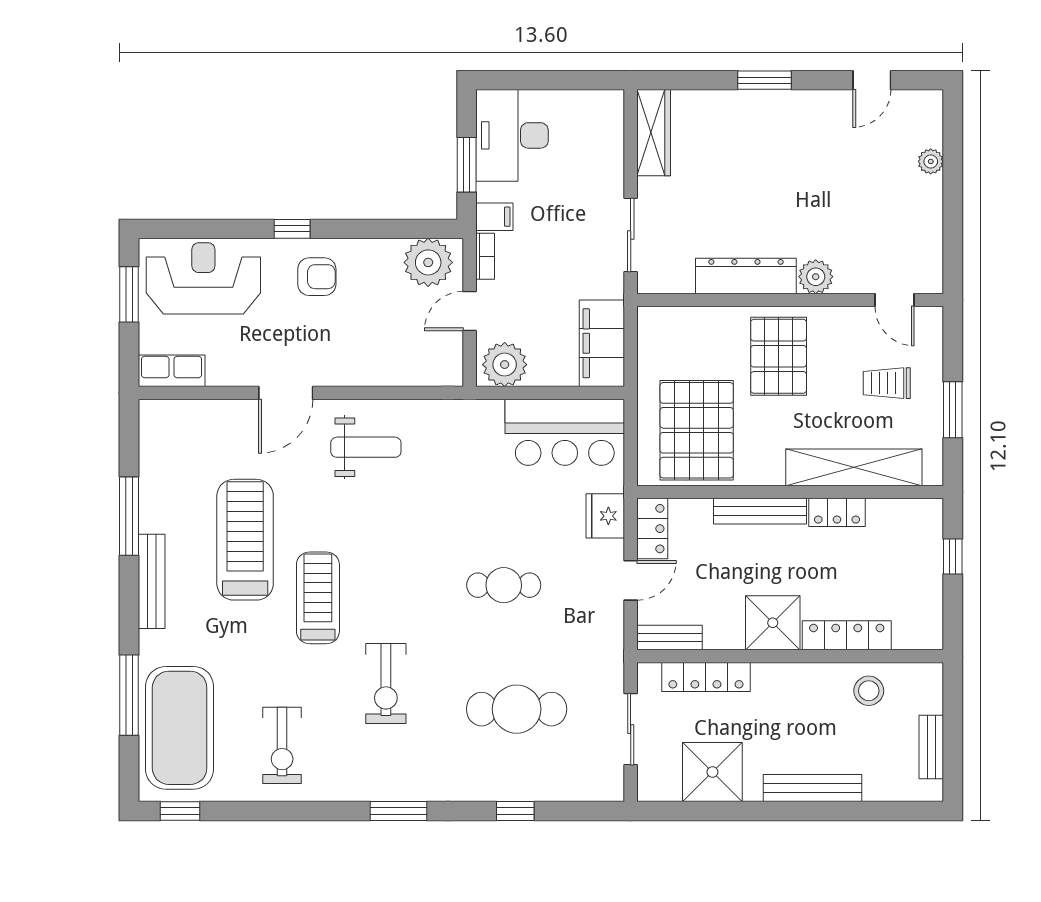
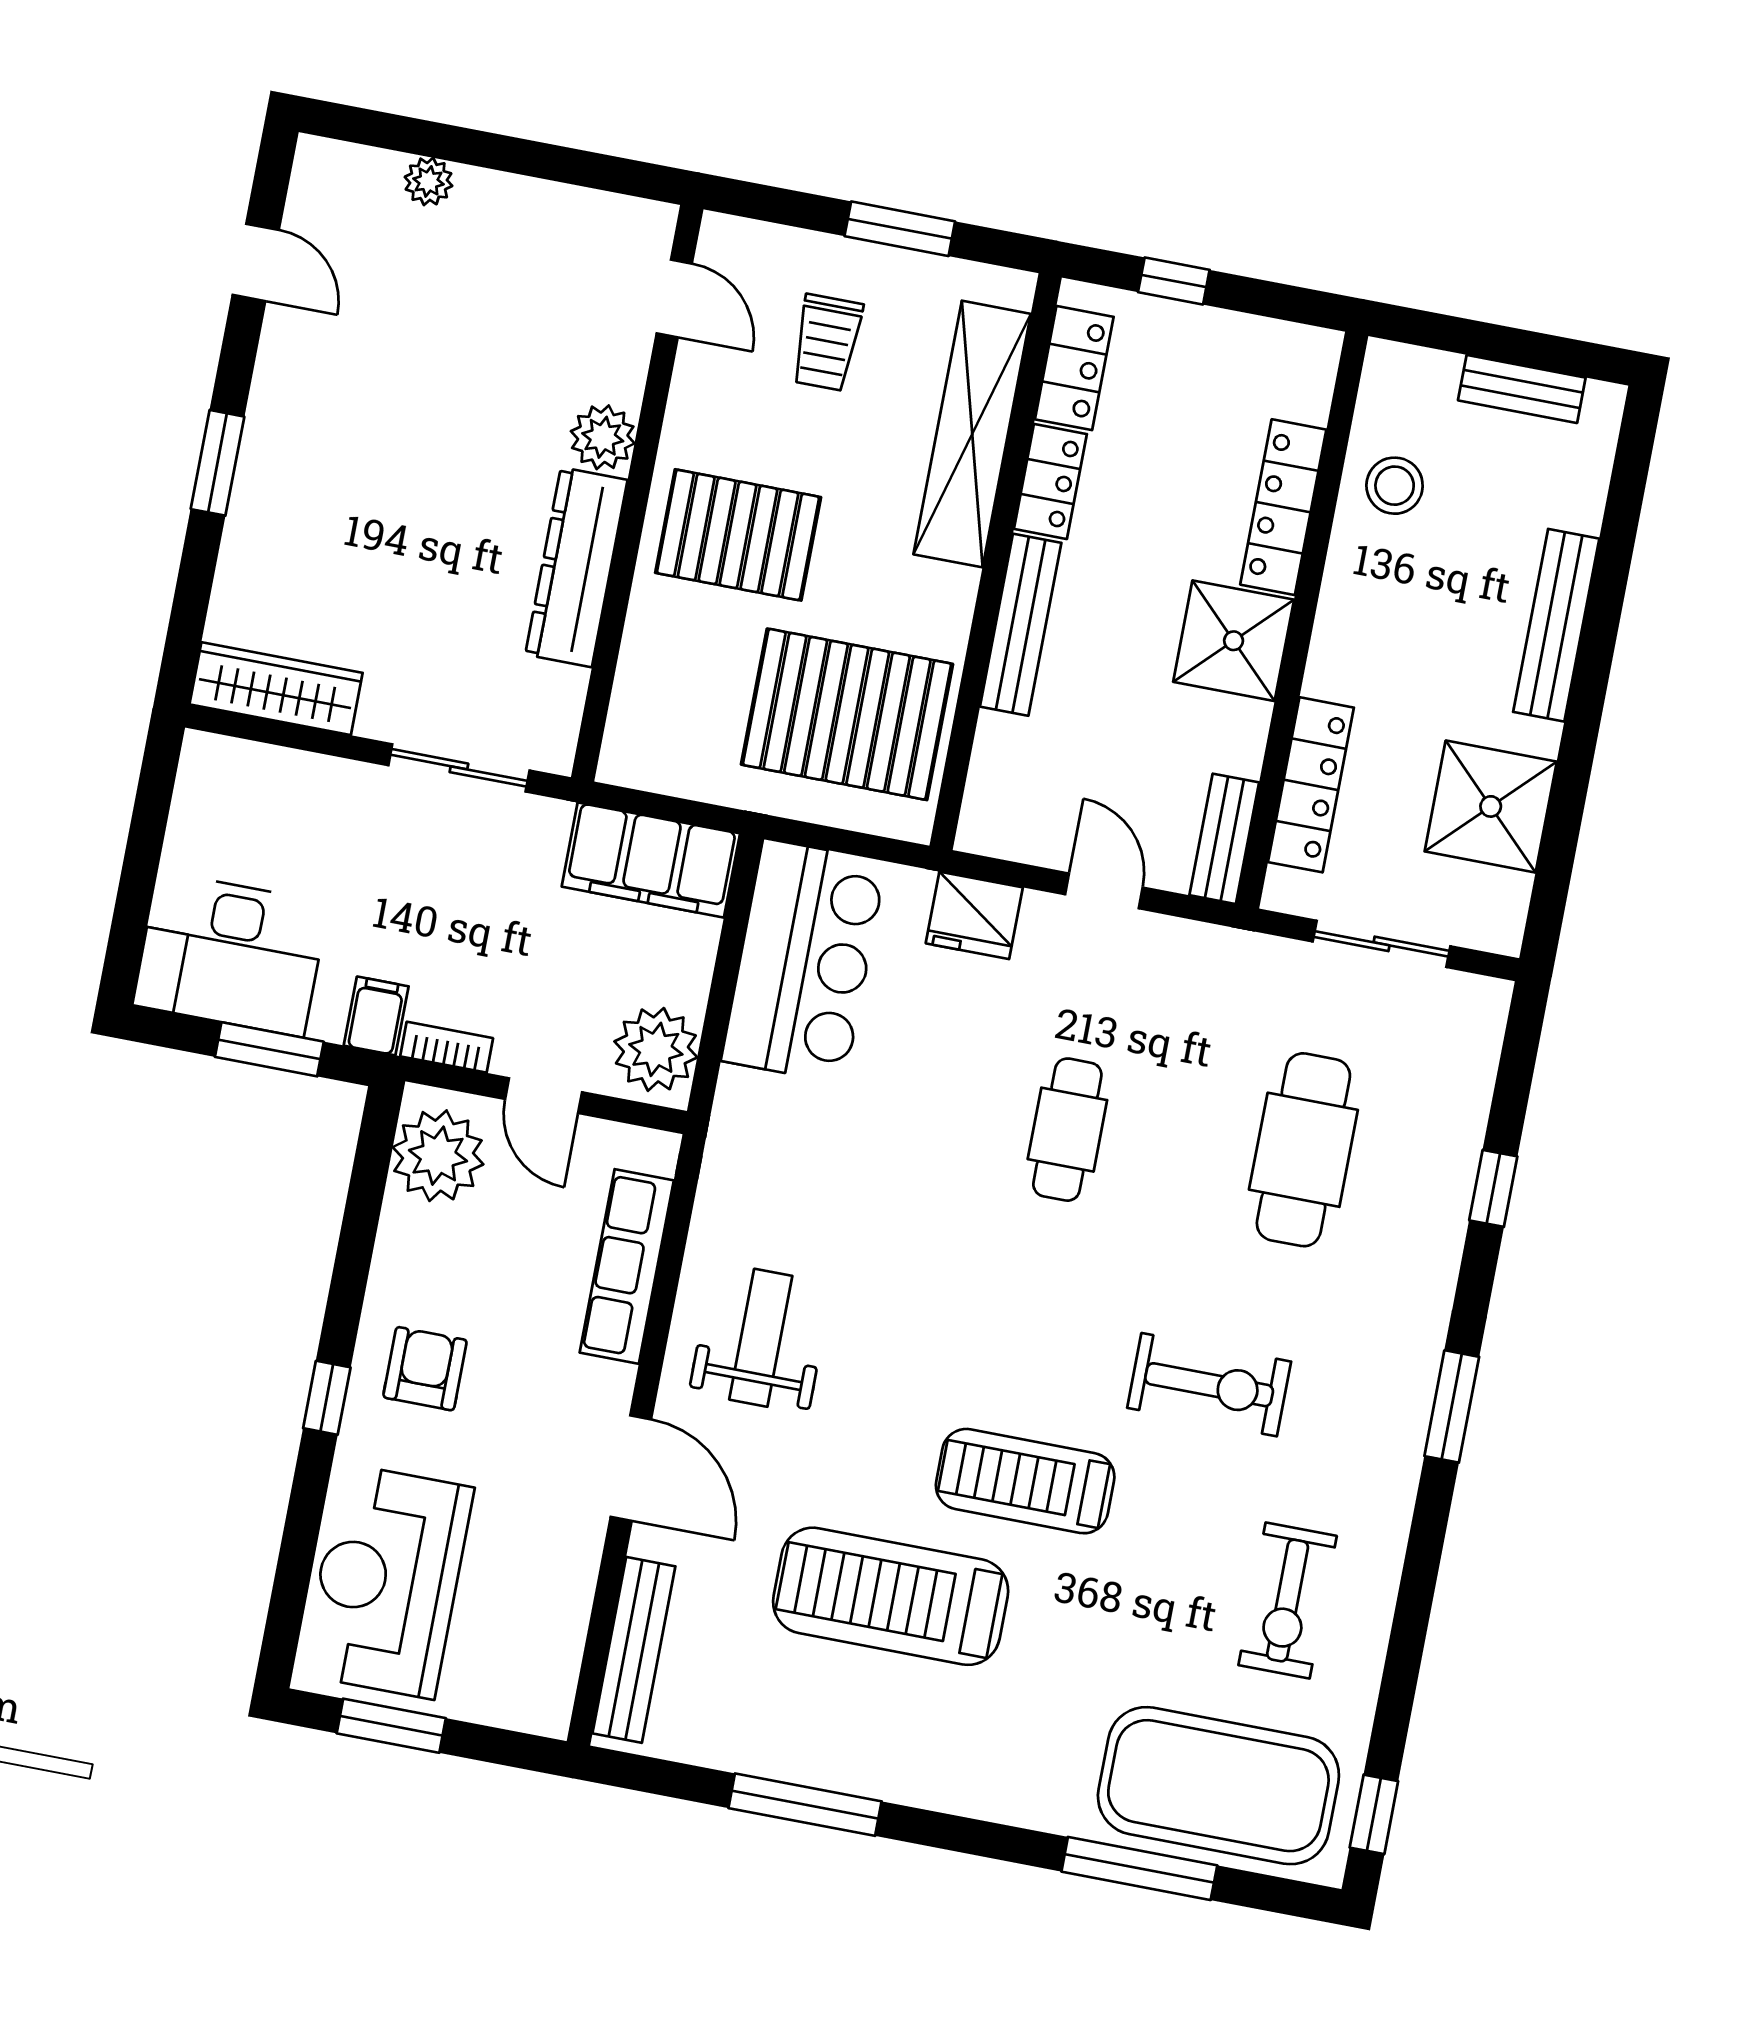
door: (895, 300) -> (674, 298), hinge flipped
row of seats: (172, 371) -> (627, 1266), moved, width x1.48
locker: (652, 529) -> (1074, 368), moved, turned 90
bench: (152, 581) -> (634, 1650), moved, turned 90
exercise bike: (282, 745) -> (1288, 1601), turned 90

